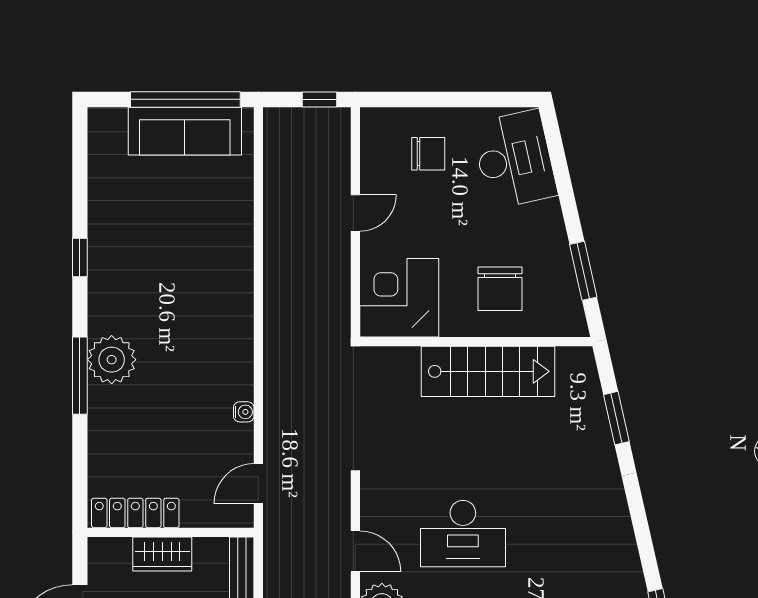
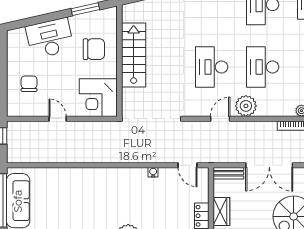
desk: (514, 159) -> (50, 38), moved
desk: (463, 534) -> (212, 67), turned 180

